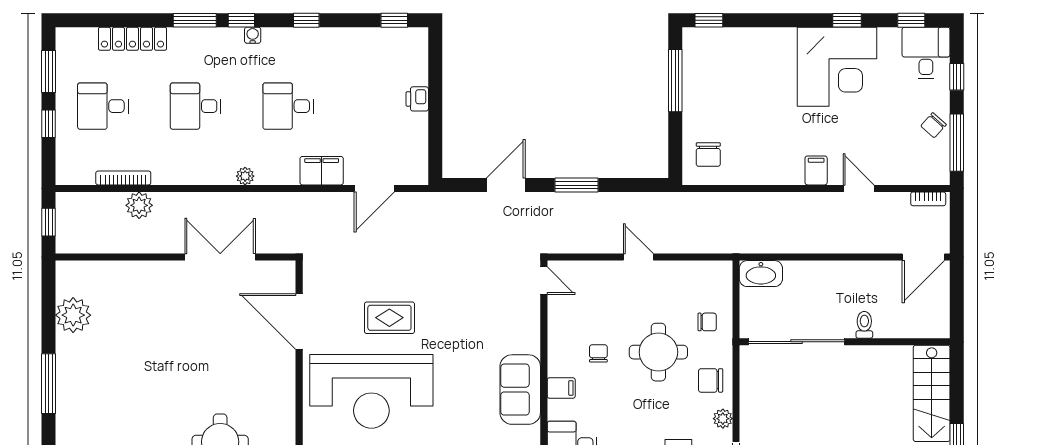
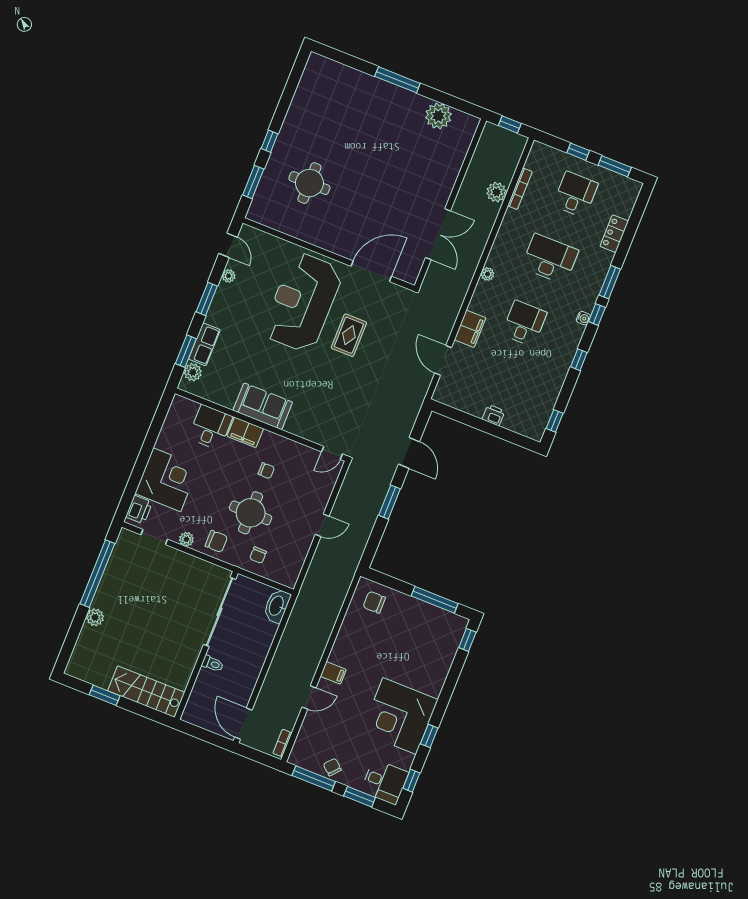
locker: (132, 39) -> (614, 234), width x0.66
window: (957, 77) -> (360, 797), width x1.50
desk: (196, 106) -> (550, 259), width x1.37
chair: (711, 380) -> (216, 541), turned 90
filing cabinet: (561, 388) -> (245, 432), width x2.00

